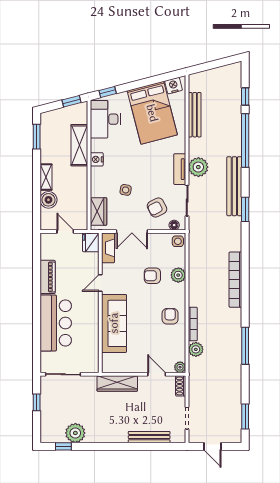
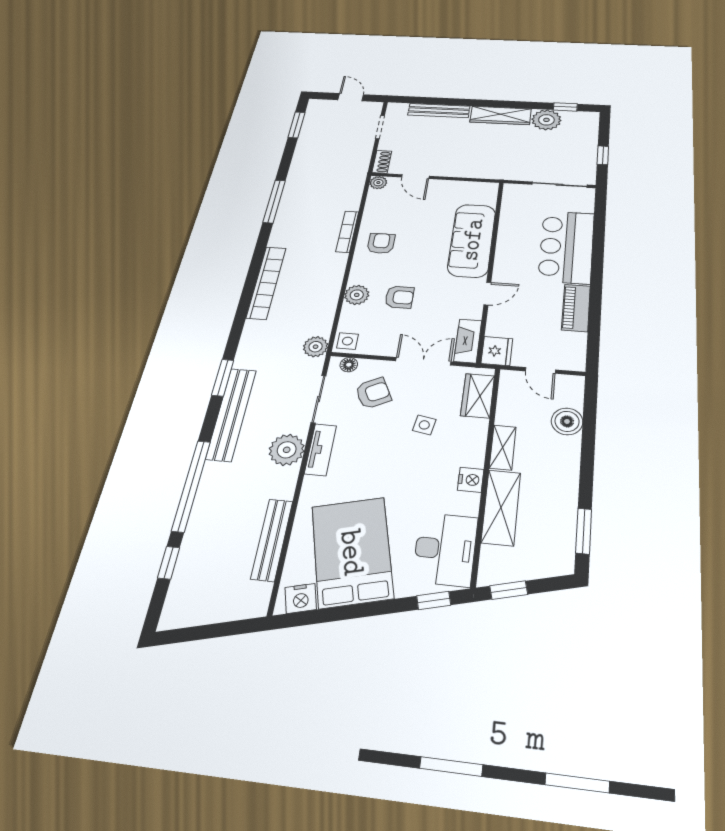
shelving: (46, 177) -> (503, 447), moved
armchair: (170, 316) -> (381, 243), turned 180
plant: (196, 349) -> (316, 347), moved
wardrobe: (117, 383) -> (501, 115), moved, turned 180

